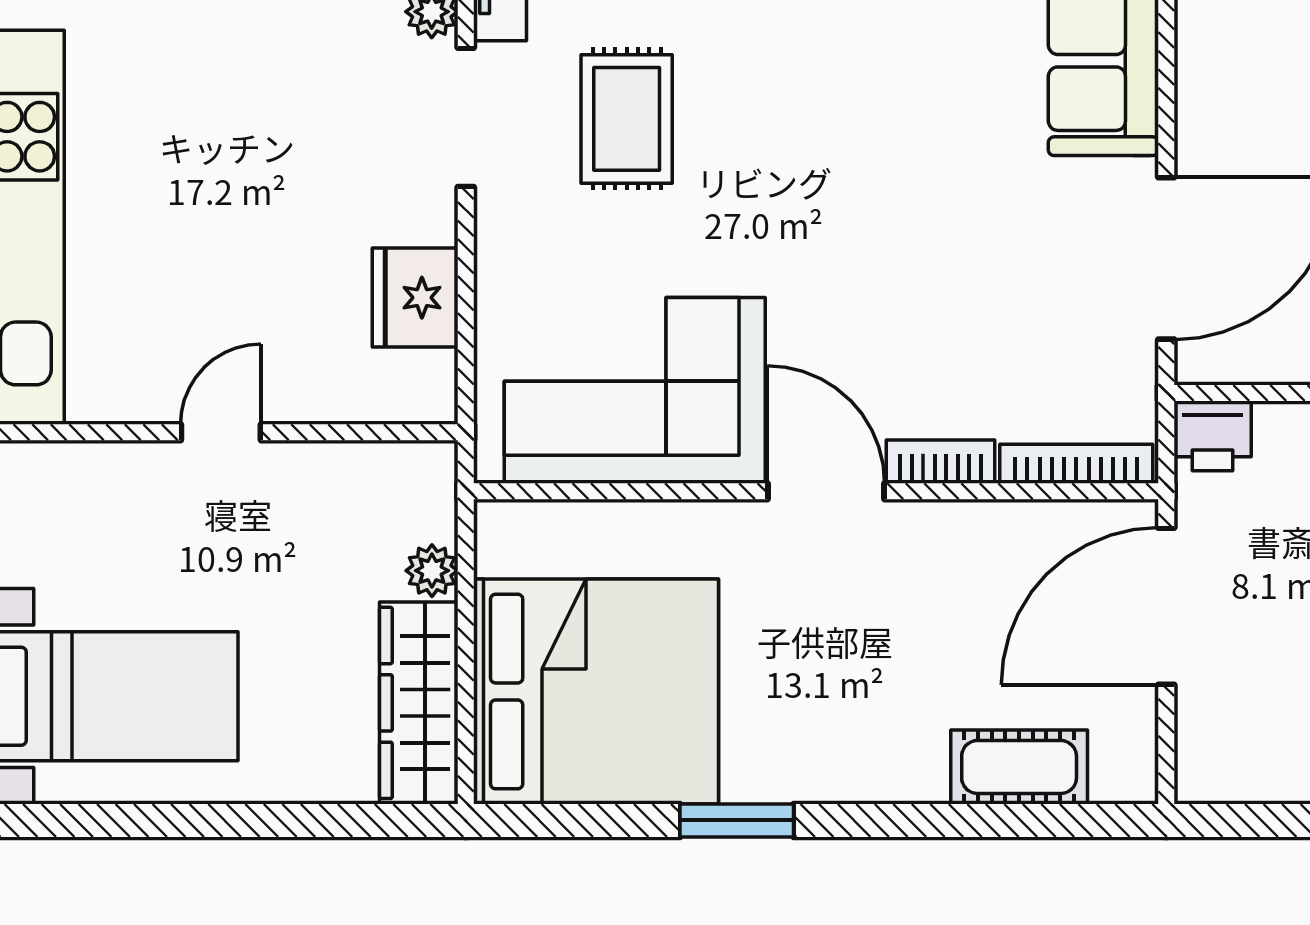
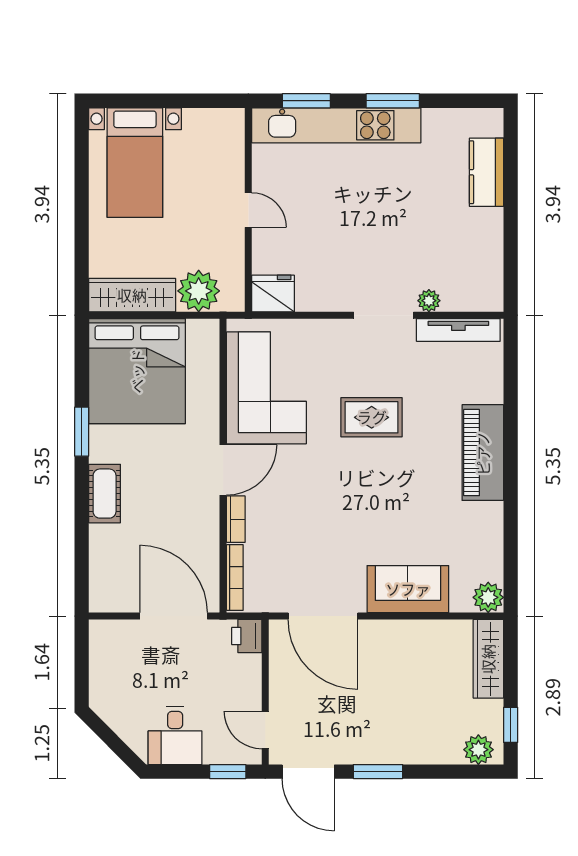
rug: (627, 119) -> (372, 417), moved
fridge: (415, 298) -> (273, 294), moved
plant: (432, 571) -> (199, 291), width x1.87, depth x1.87
cot: (1019, 767) -> (105, 494), moved

